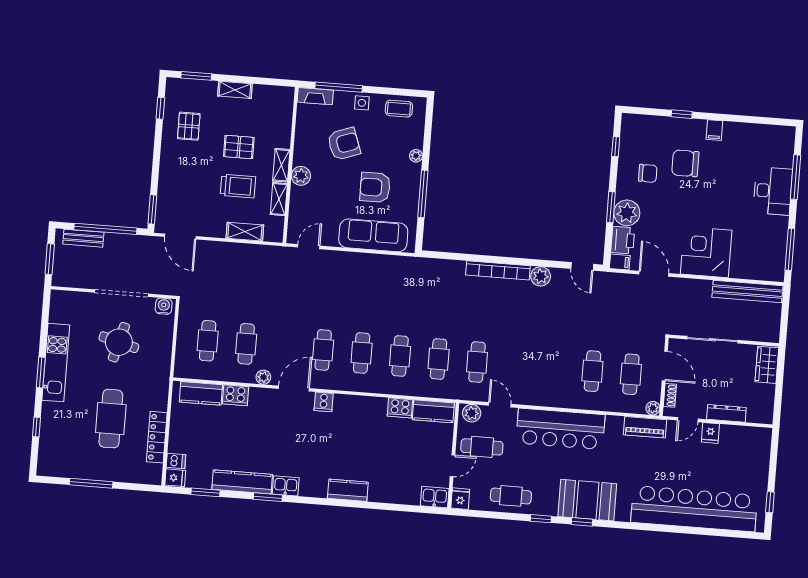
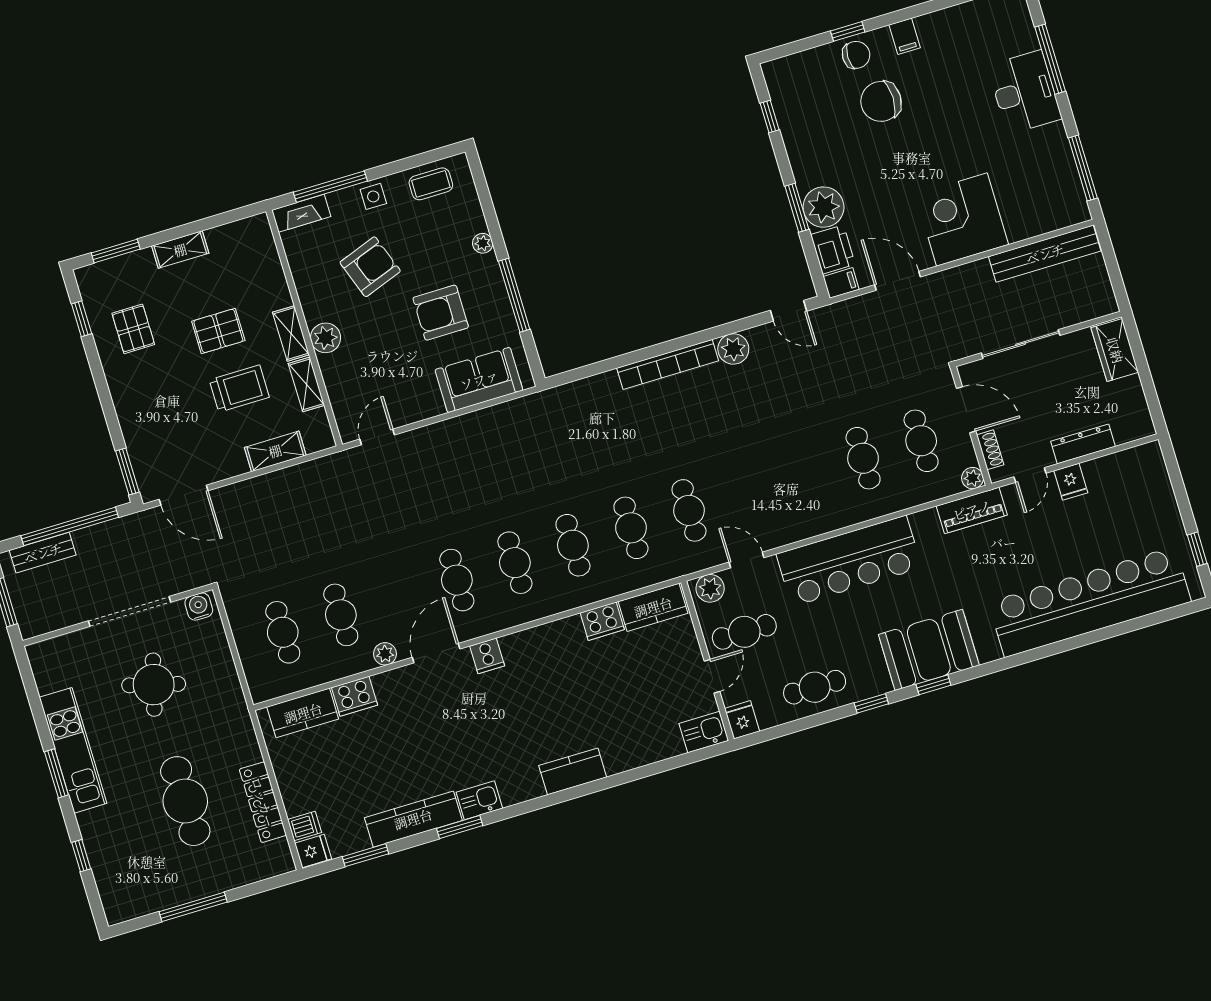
chair: (648, 173) -> (856, 55), moved
sofa: (373, 235) -> (479, 380), width x0.73

